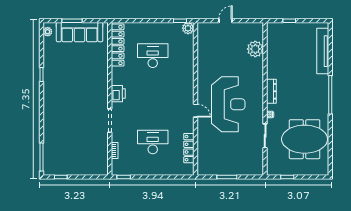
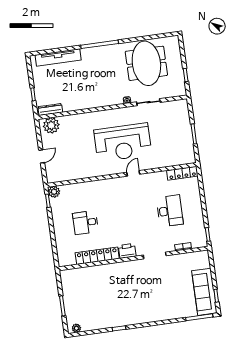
door: (226, 21) -> (42, 156), swing flipped
sofa: (80, 32) -> (204, 292), moved, turned 180
locker: (118, 45) -> (97, 256), moved
plant: (255, 49) -> (51, 125), moved
desk: (153, 56) -> (86, 223), width x0.73
dresser: (271, 91) -> (50, 110), moved
reception desk: (228, 104) -> (123, 142), turned 180
desk: (153, 142) -> (170, 211), turned 180
locker: (189, 148) -> (182, 173), moved

